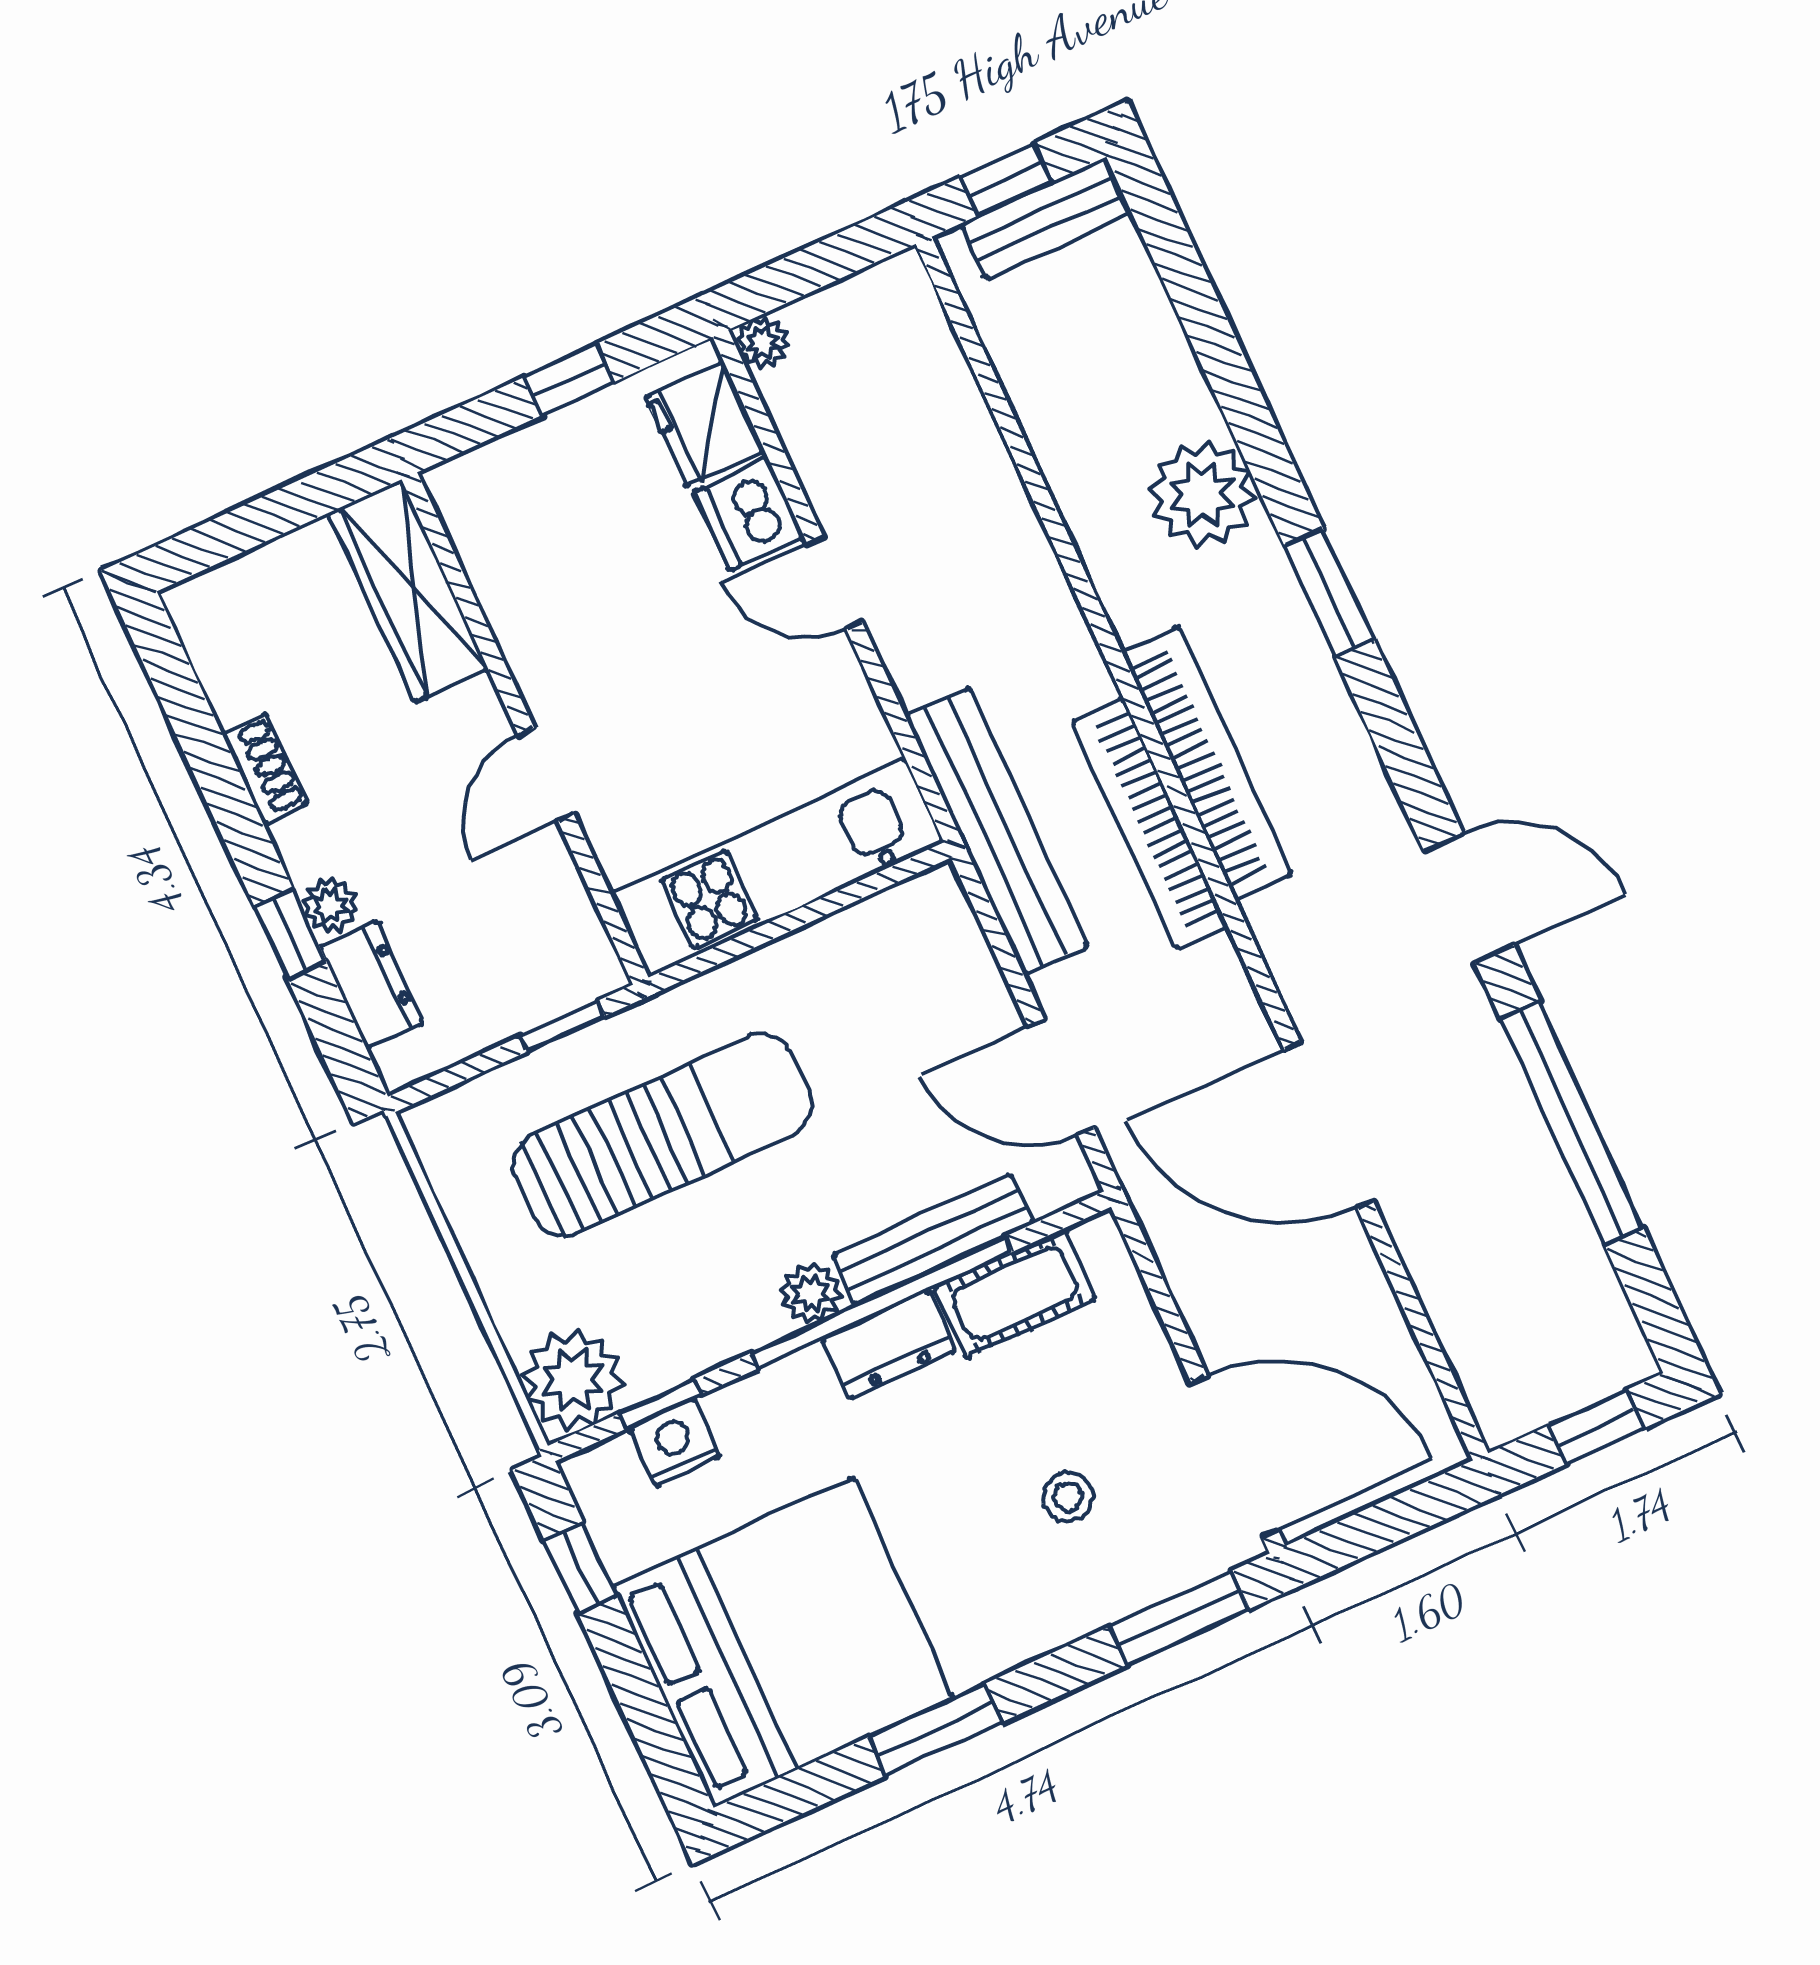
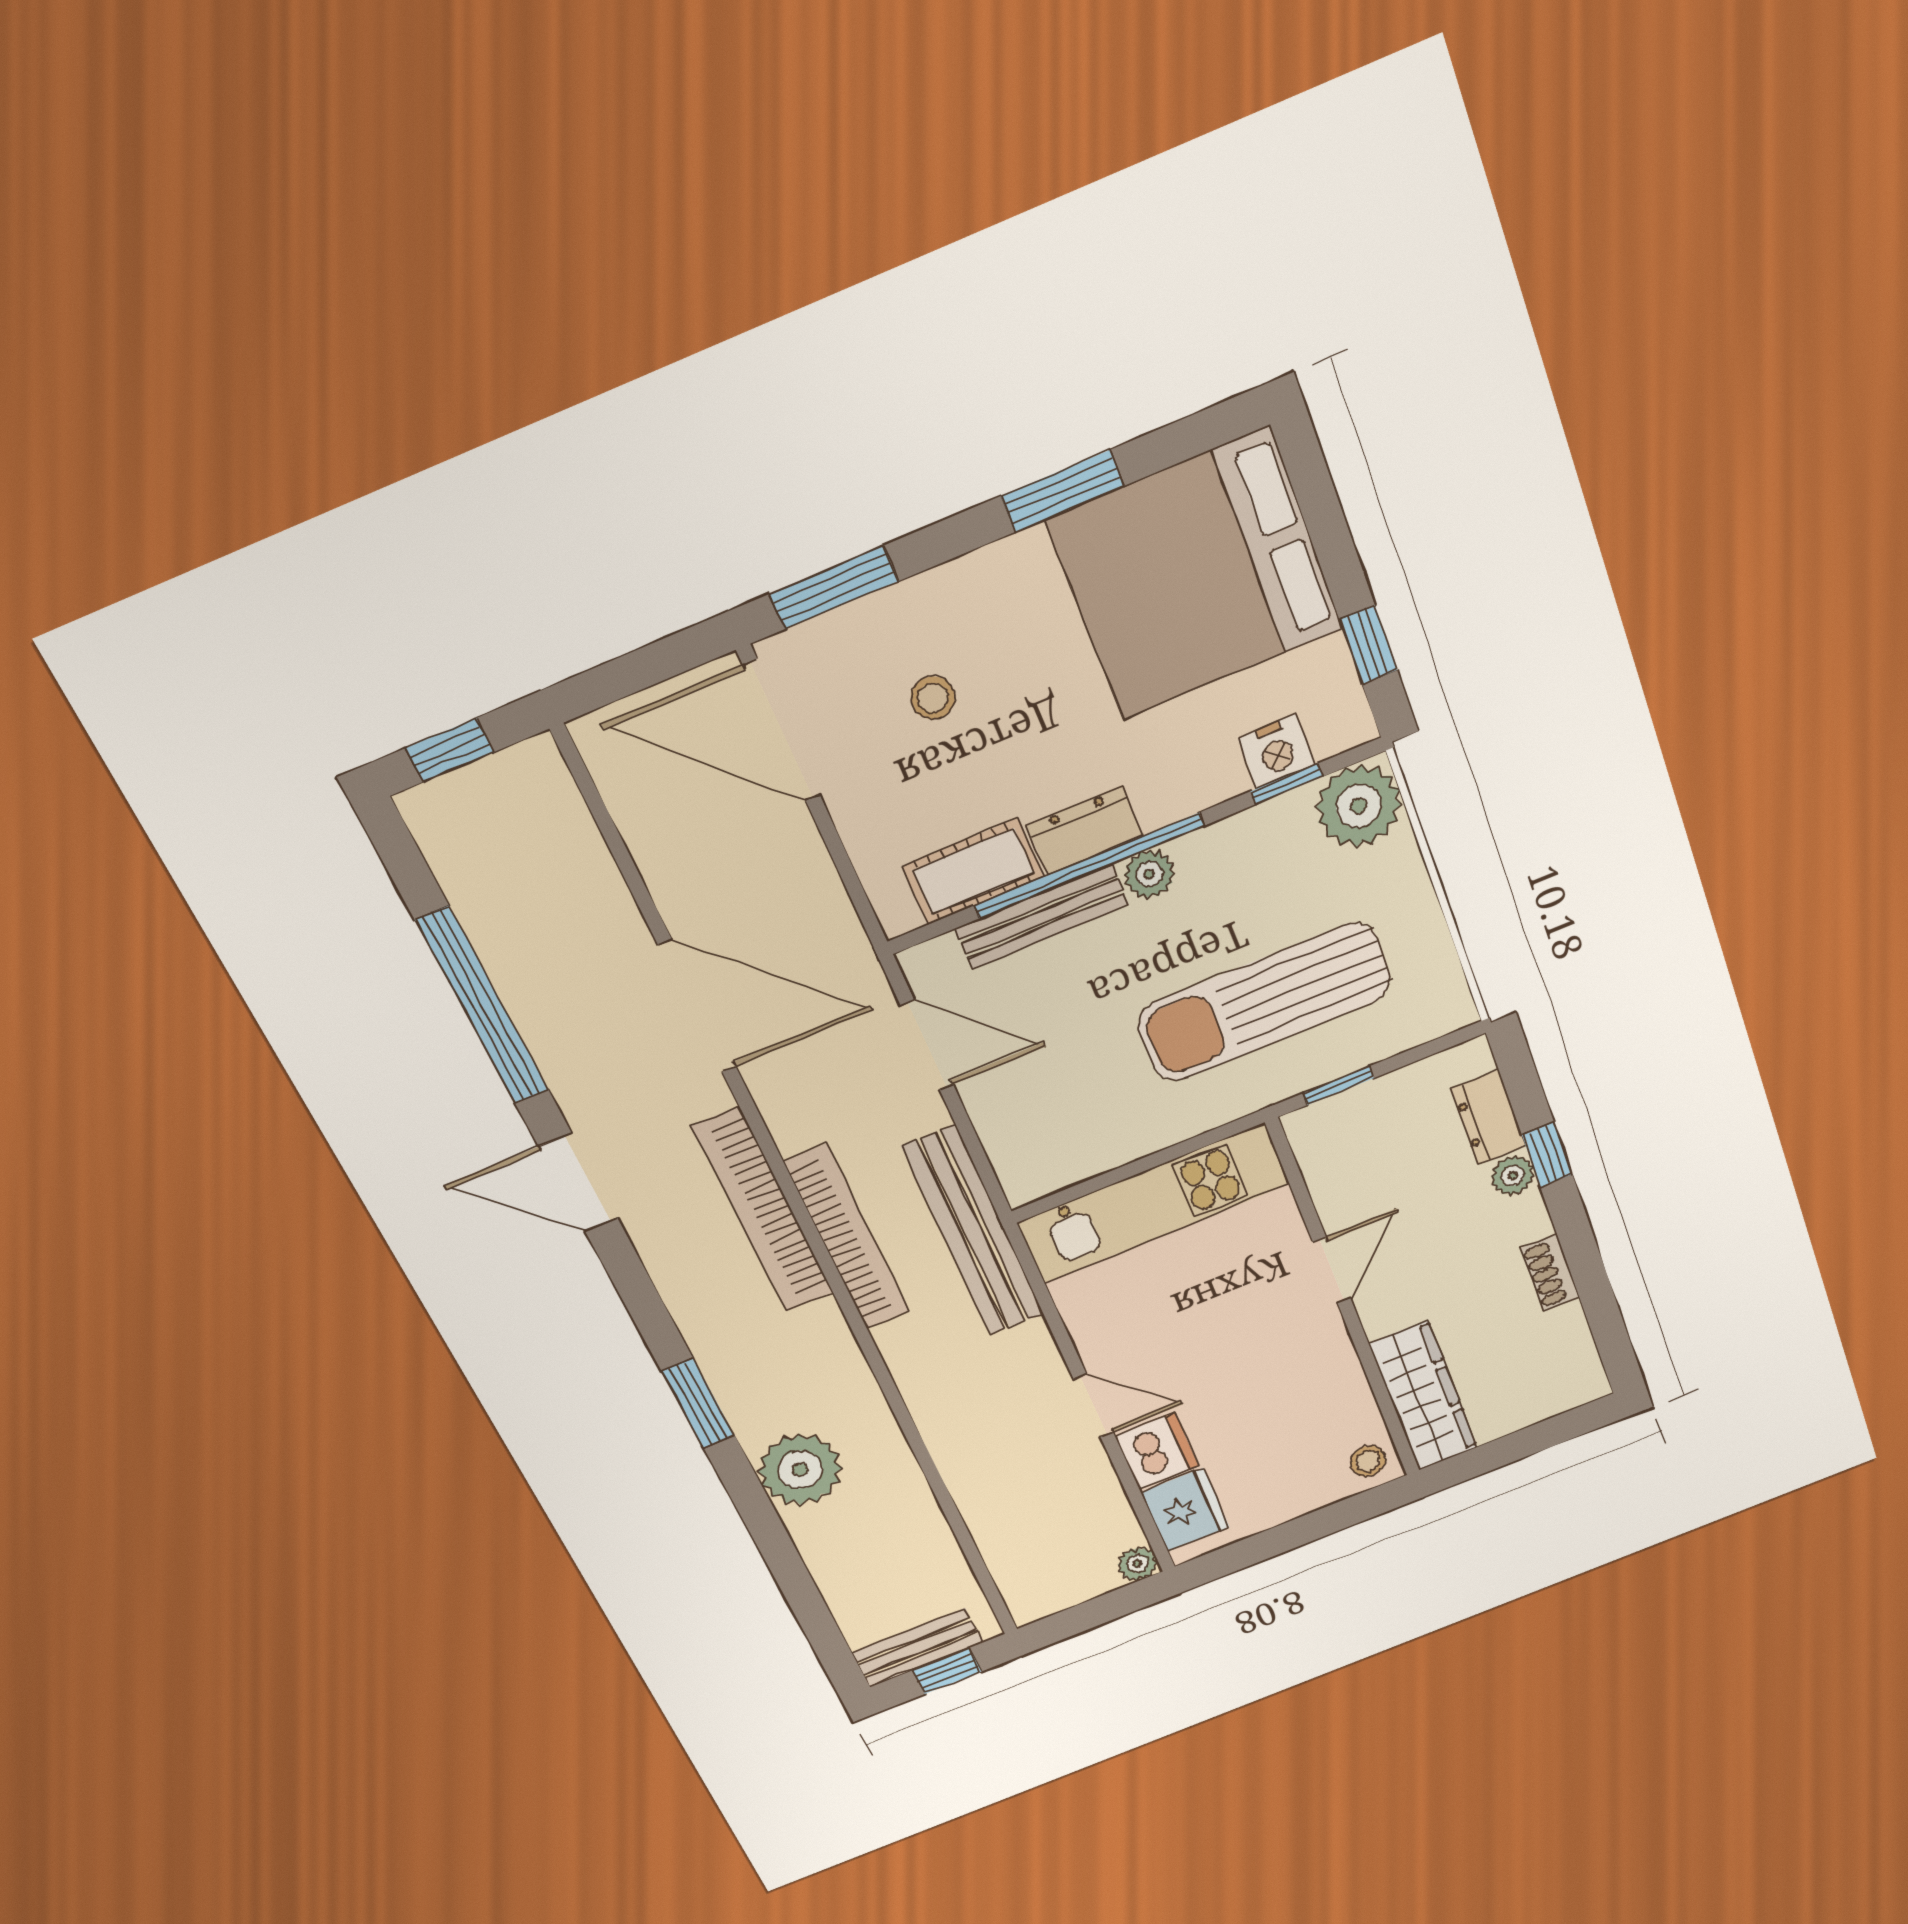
window: (569, 380) -> (1286, 1537), removed
stool: (471, 494) -> (1368, 1461), added
bookcase: (1206, 763) -> (763, 1210), moved

